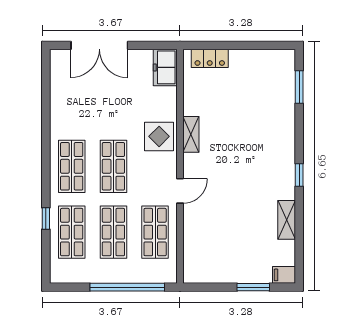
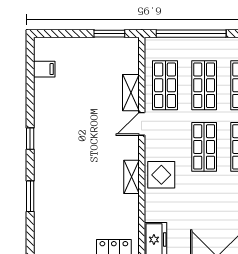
window: (299, 87) -> (30, 196), moved
shelving: (287, 220) -> (131, 93), moved
filing cabinet: (284, 275) -> (44, 69), moved
window: (253, 287) -> (109, 34), moved

